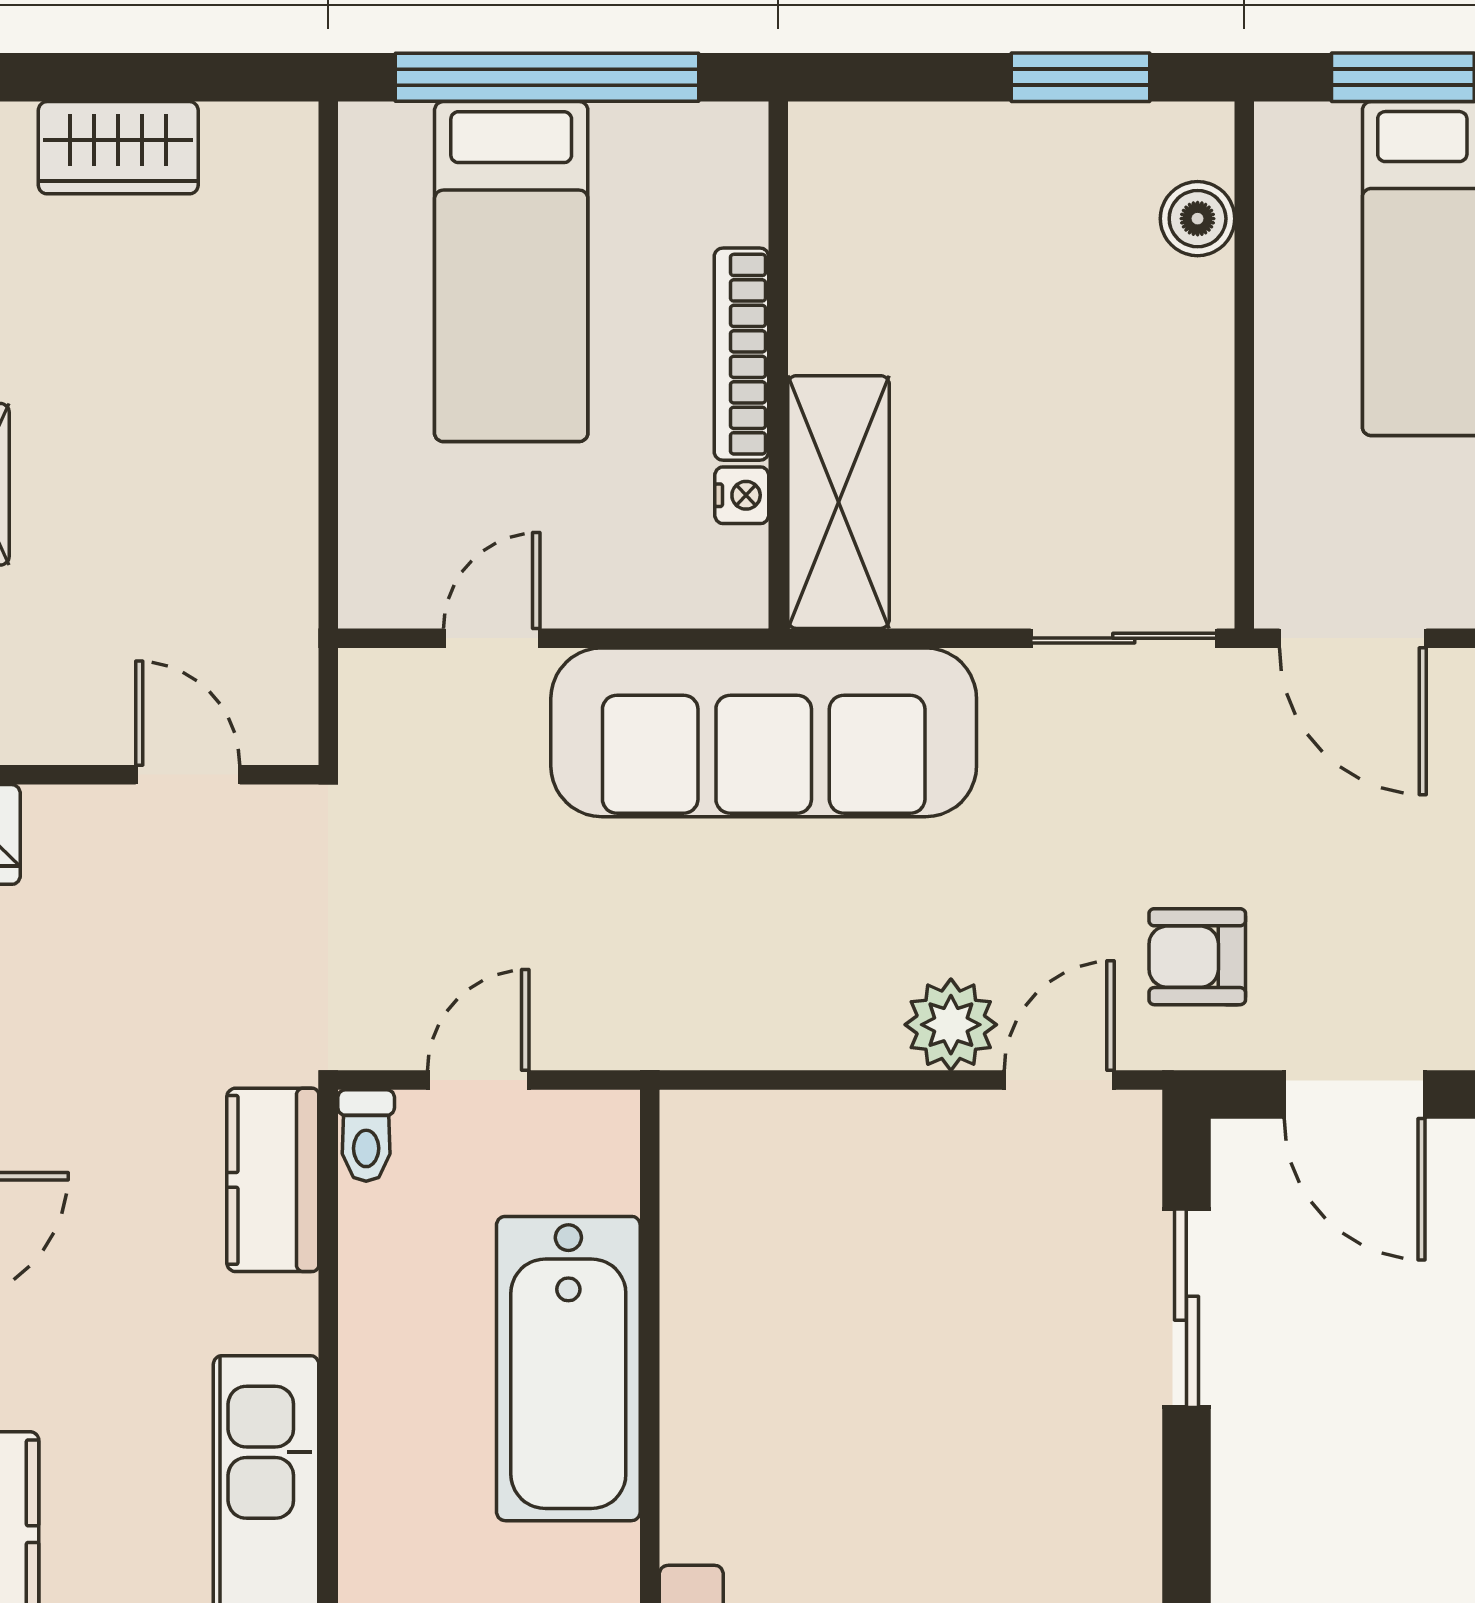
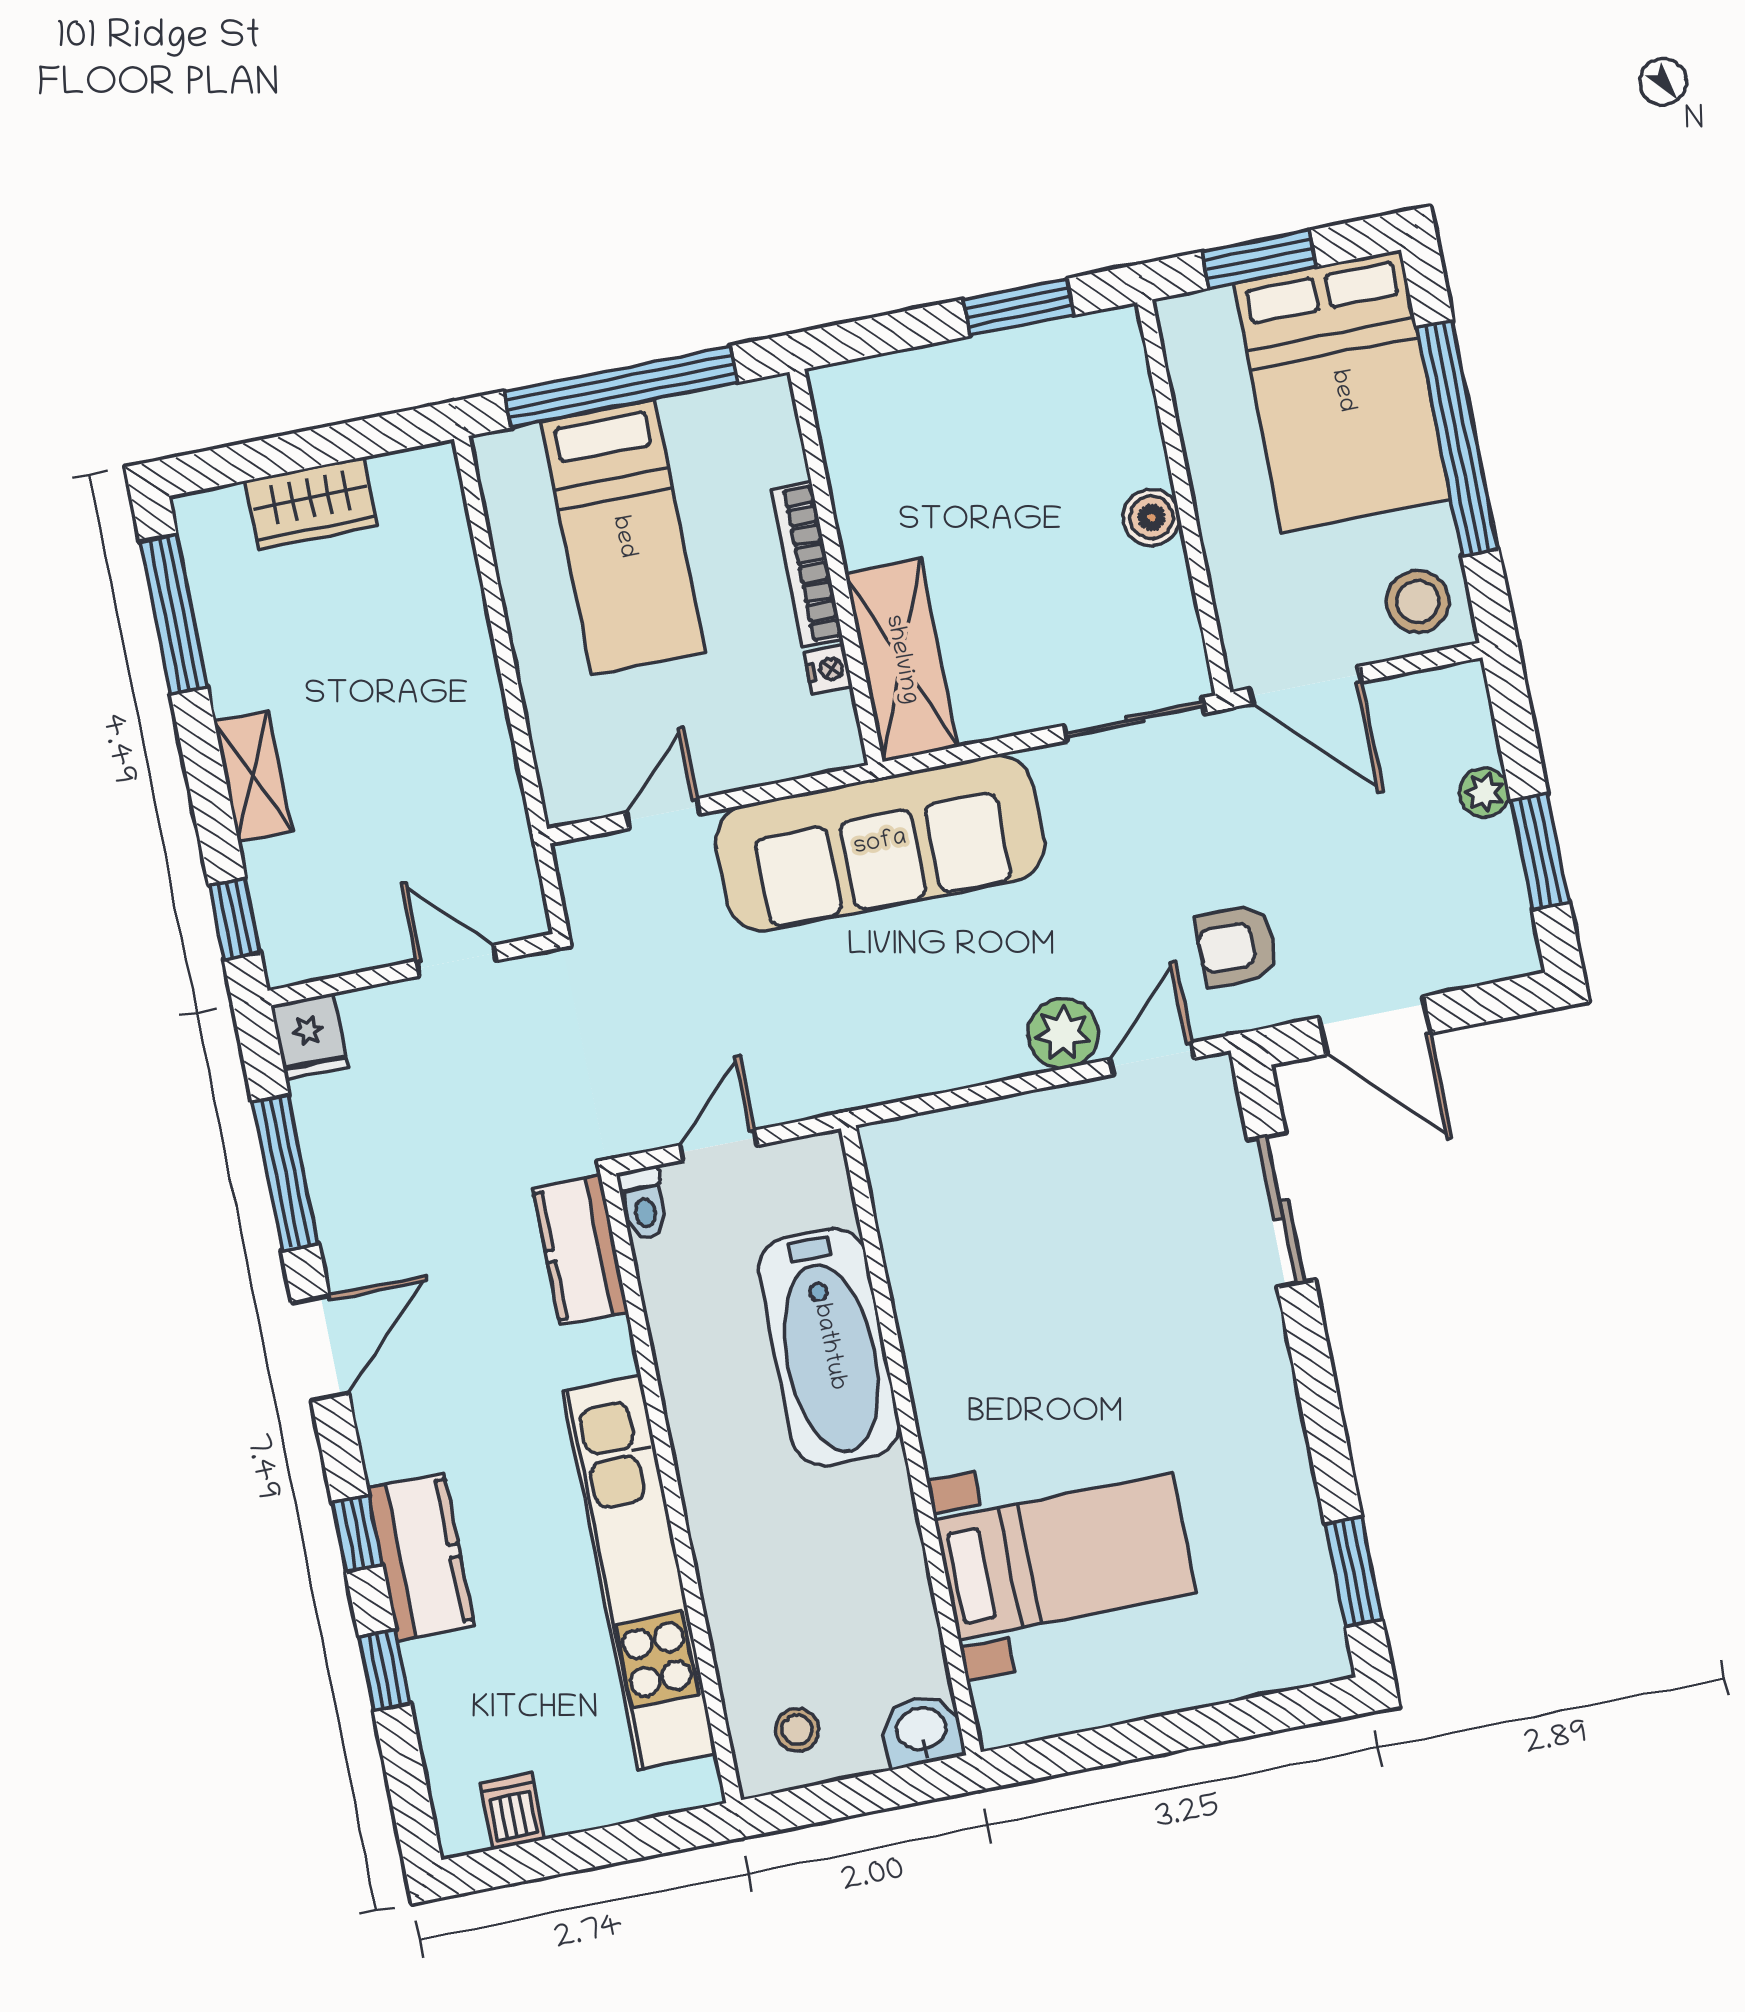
boiler: (1198, 219) -> (1151, 517), moved

